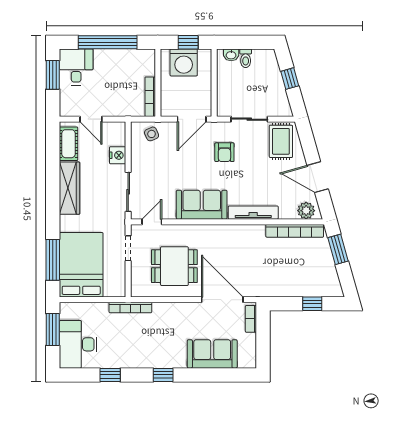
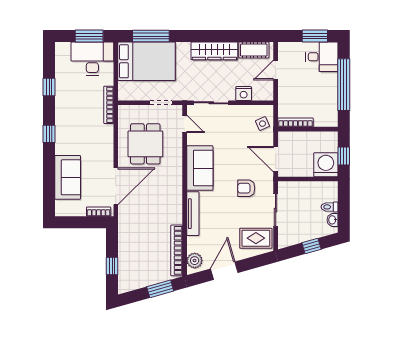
washbasin: (231, 55) -> (333, 220), moved
washing machine: (184, 62) -> (326, 165), moved, turned 90
desk: (78, 344) -> (92, 59), moved

